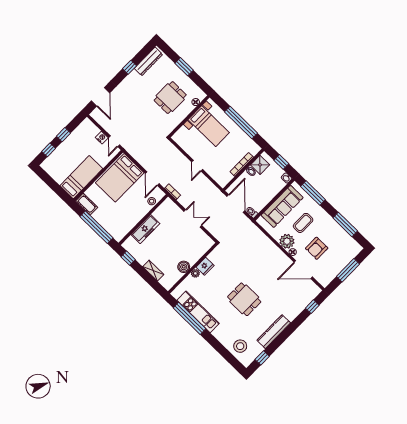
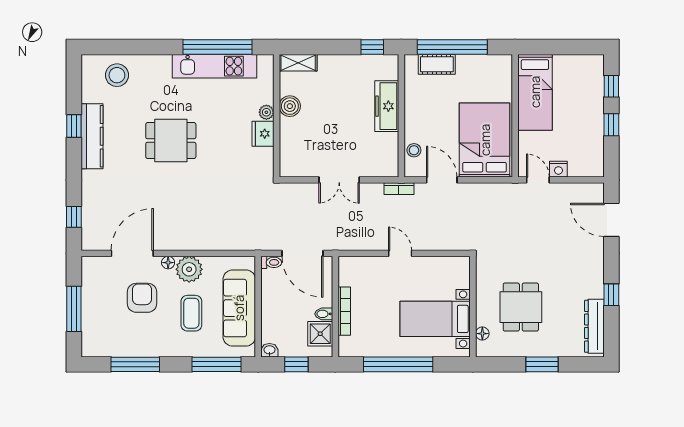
cot: (87, 204) -> (437, 64), moved
shelving: (153, 271) -> (298, 63), moved
window: (262, 358) -> (74, 126), moved

